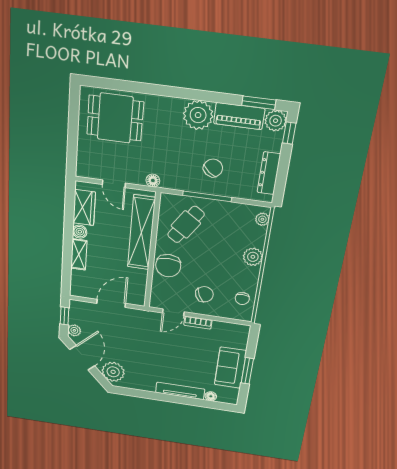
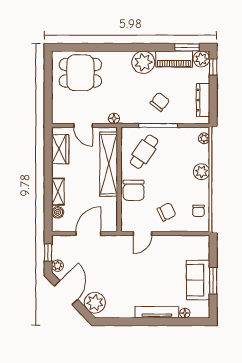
boiler: (80, 232) -> (58, 212), moved
bookcase: (198, 323) -> (164, 240), removed

